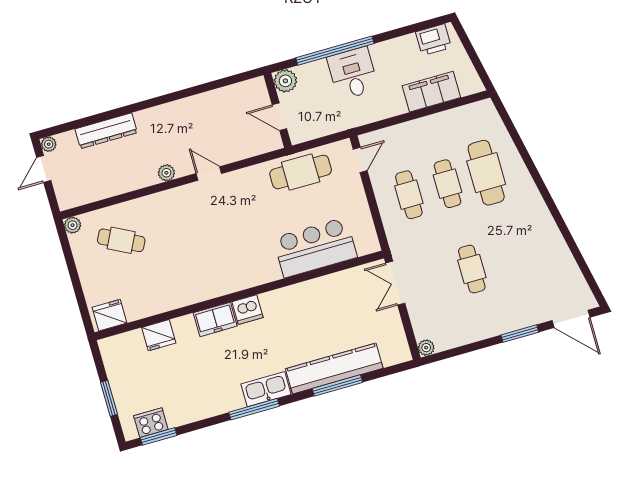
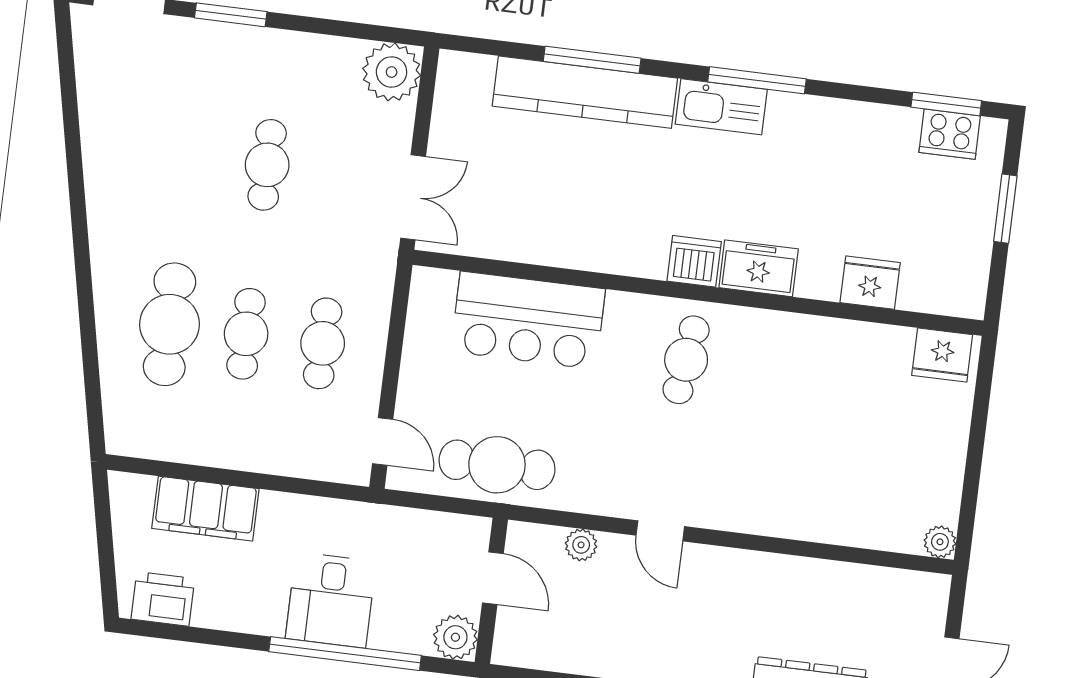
door: (360, 160) -> (383, 441), swing flipped
plant: (166, 173) -> (581, 545), moved
cafe table: (121, 240) -> (686, 360), moved, turned 71
plant: (426, 348) -> (392, 72), width x1.87, depth x1.87

